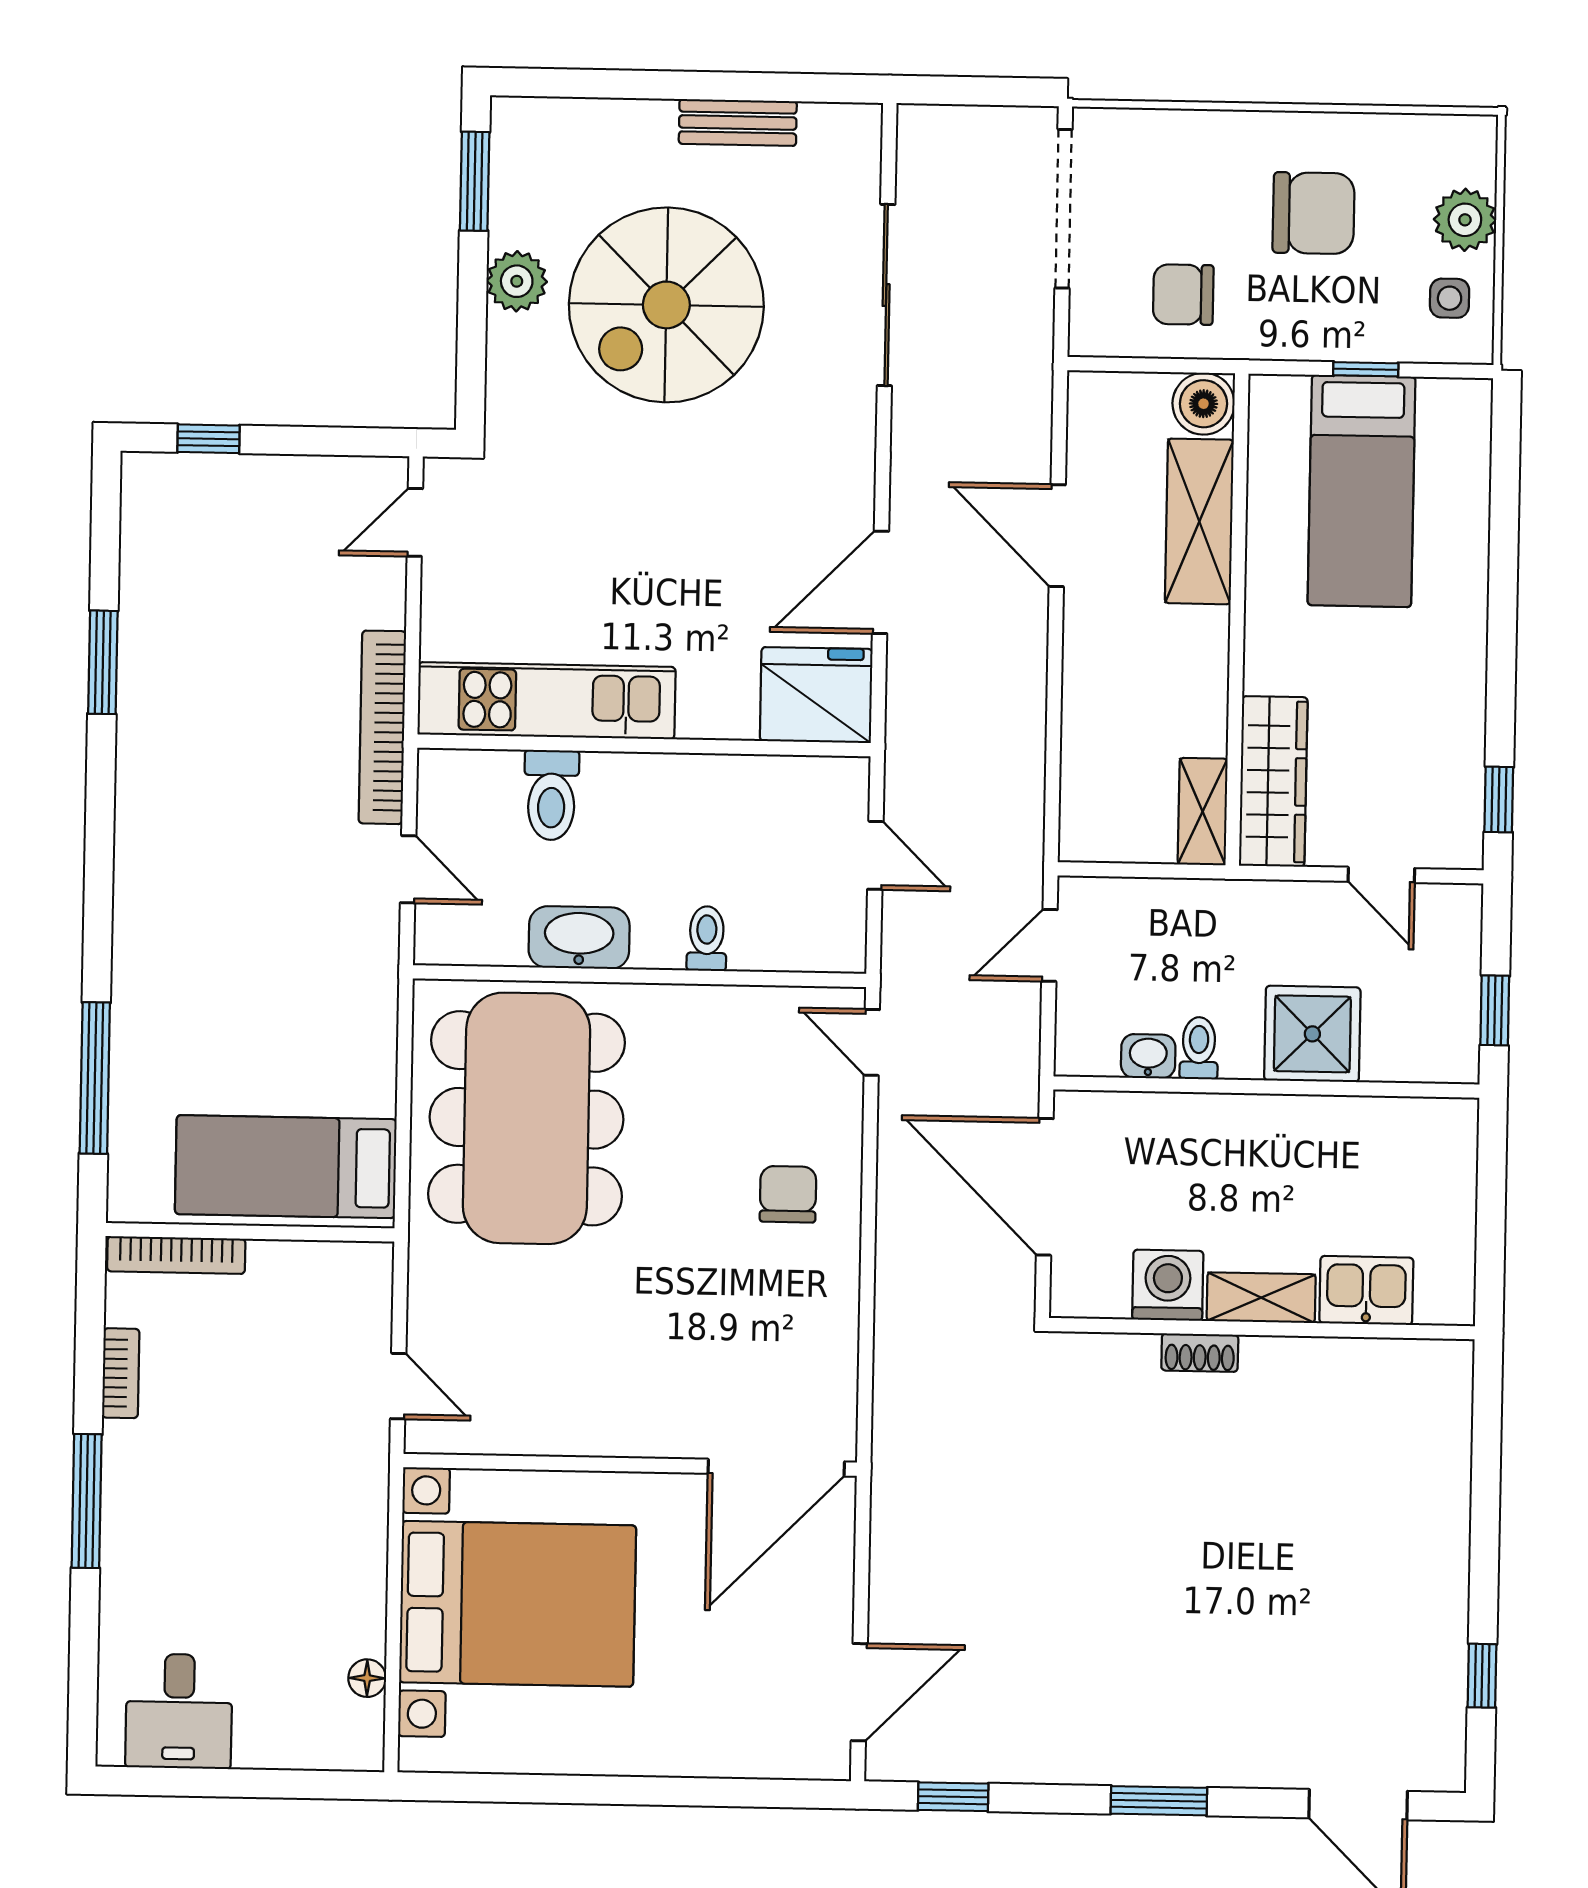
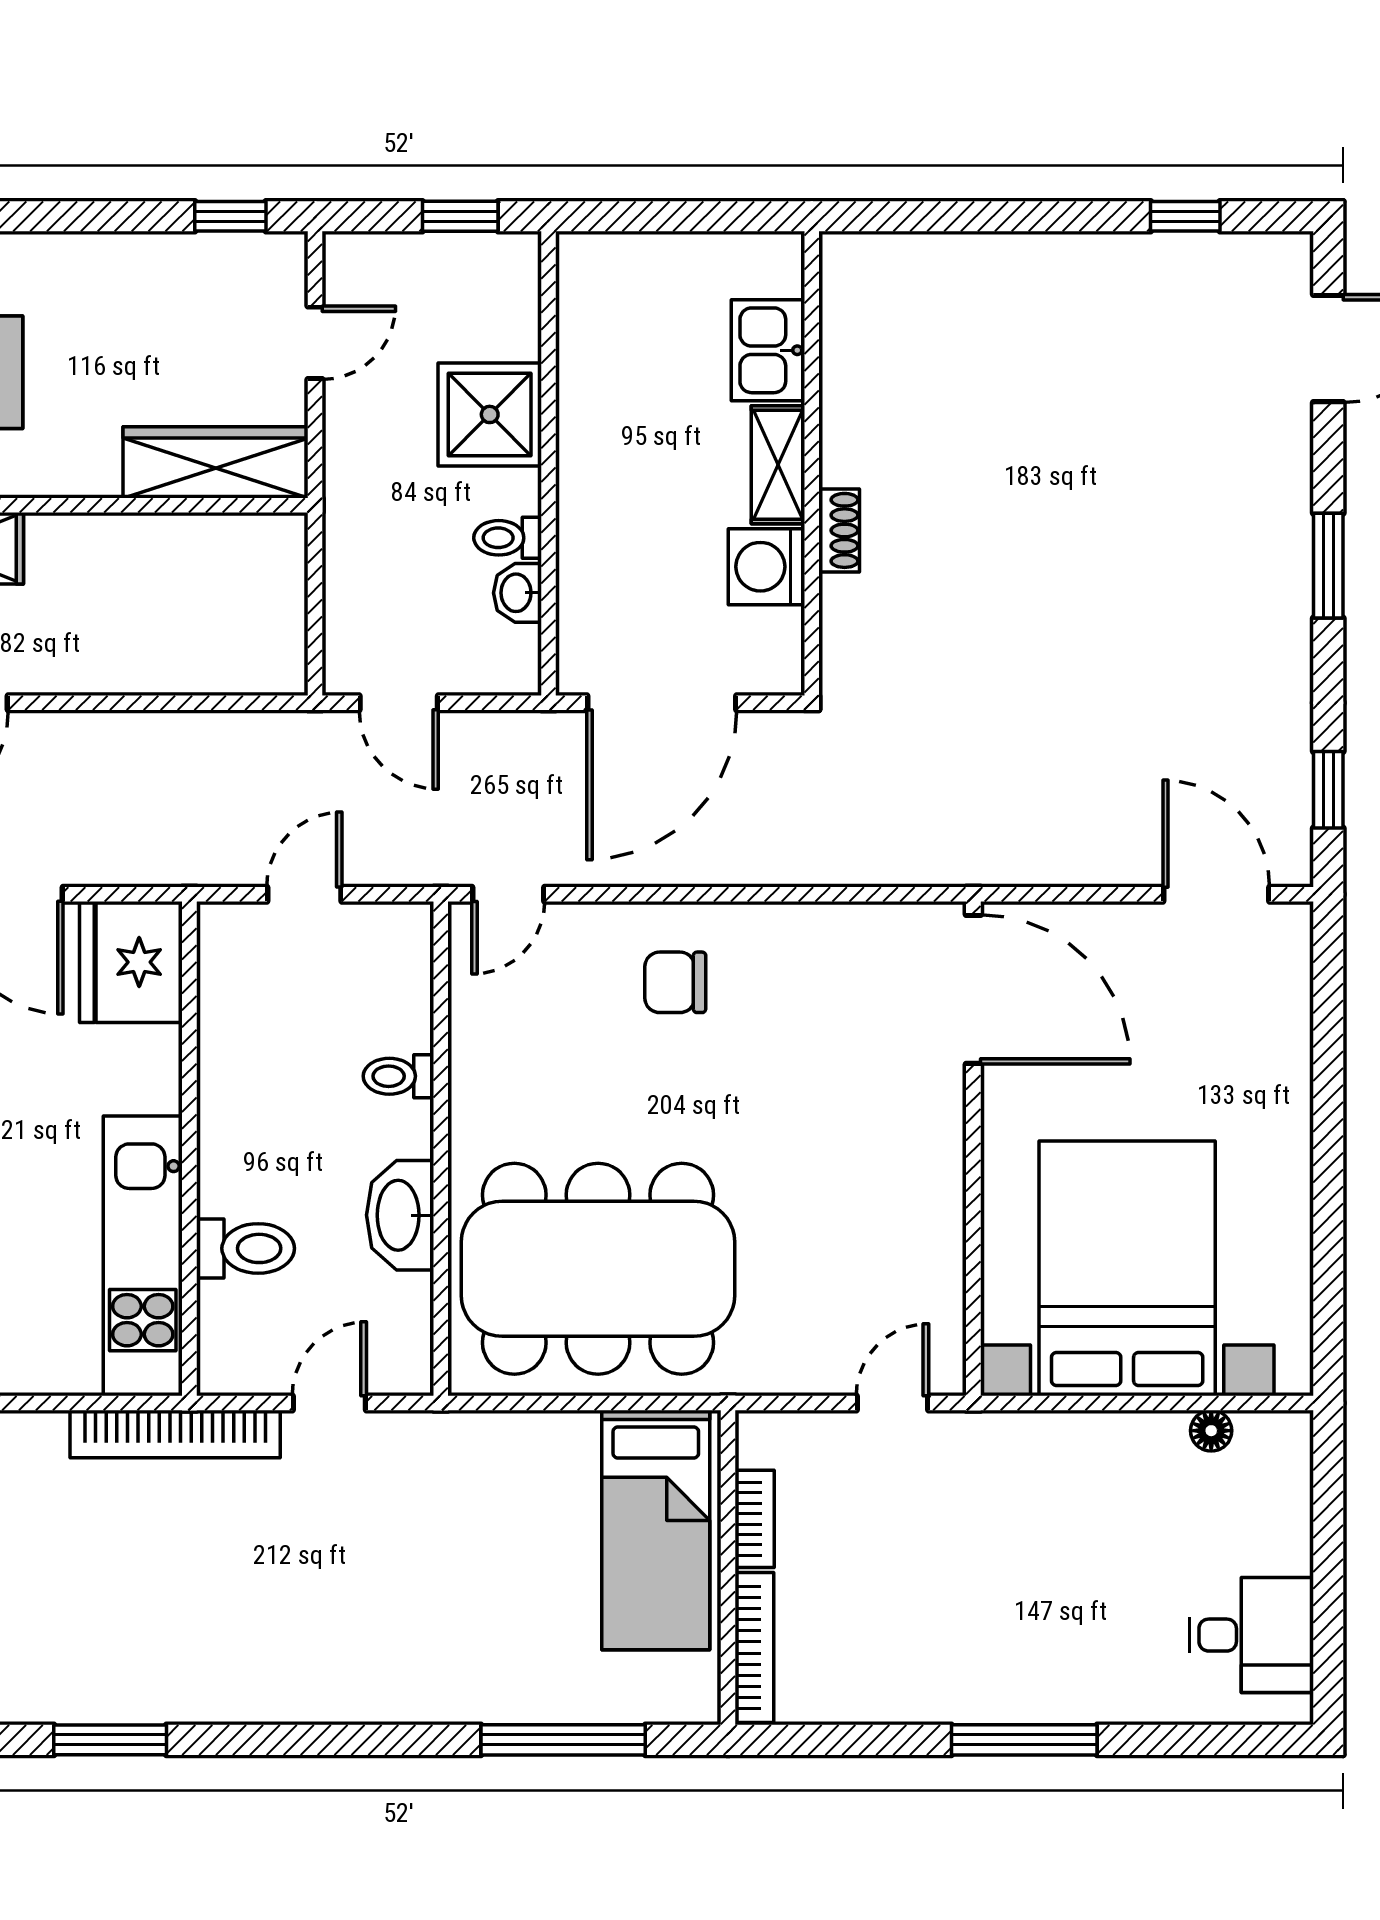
shelving: (1203, 812) -> (250, 539), removed
bookcase: (121, 1373) -> (755, 1519), moved, turned 90

